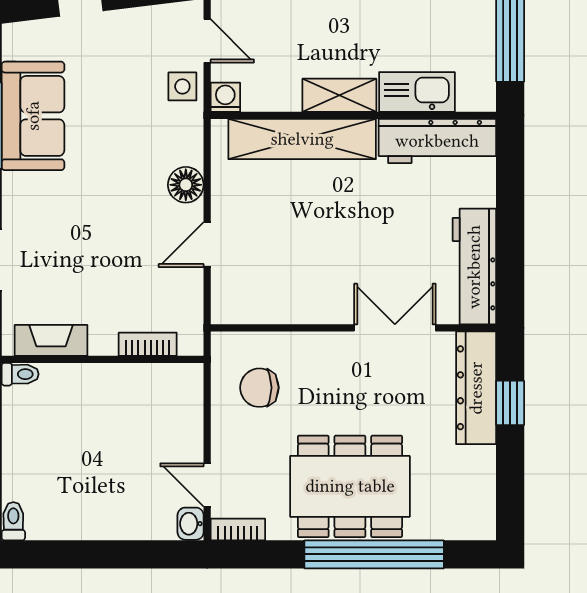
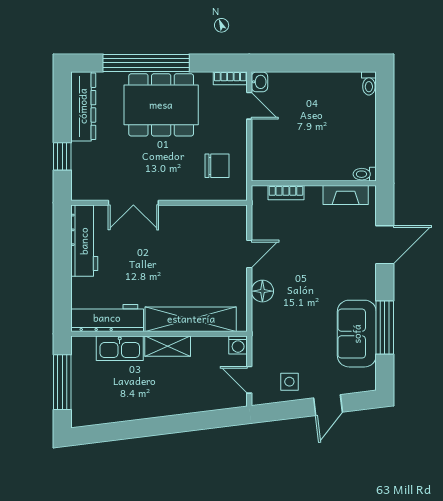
side table: (182, 86) -> (289, 382), moved
dresser: (476, 388) -> (83, 106), moved

